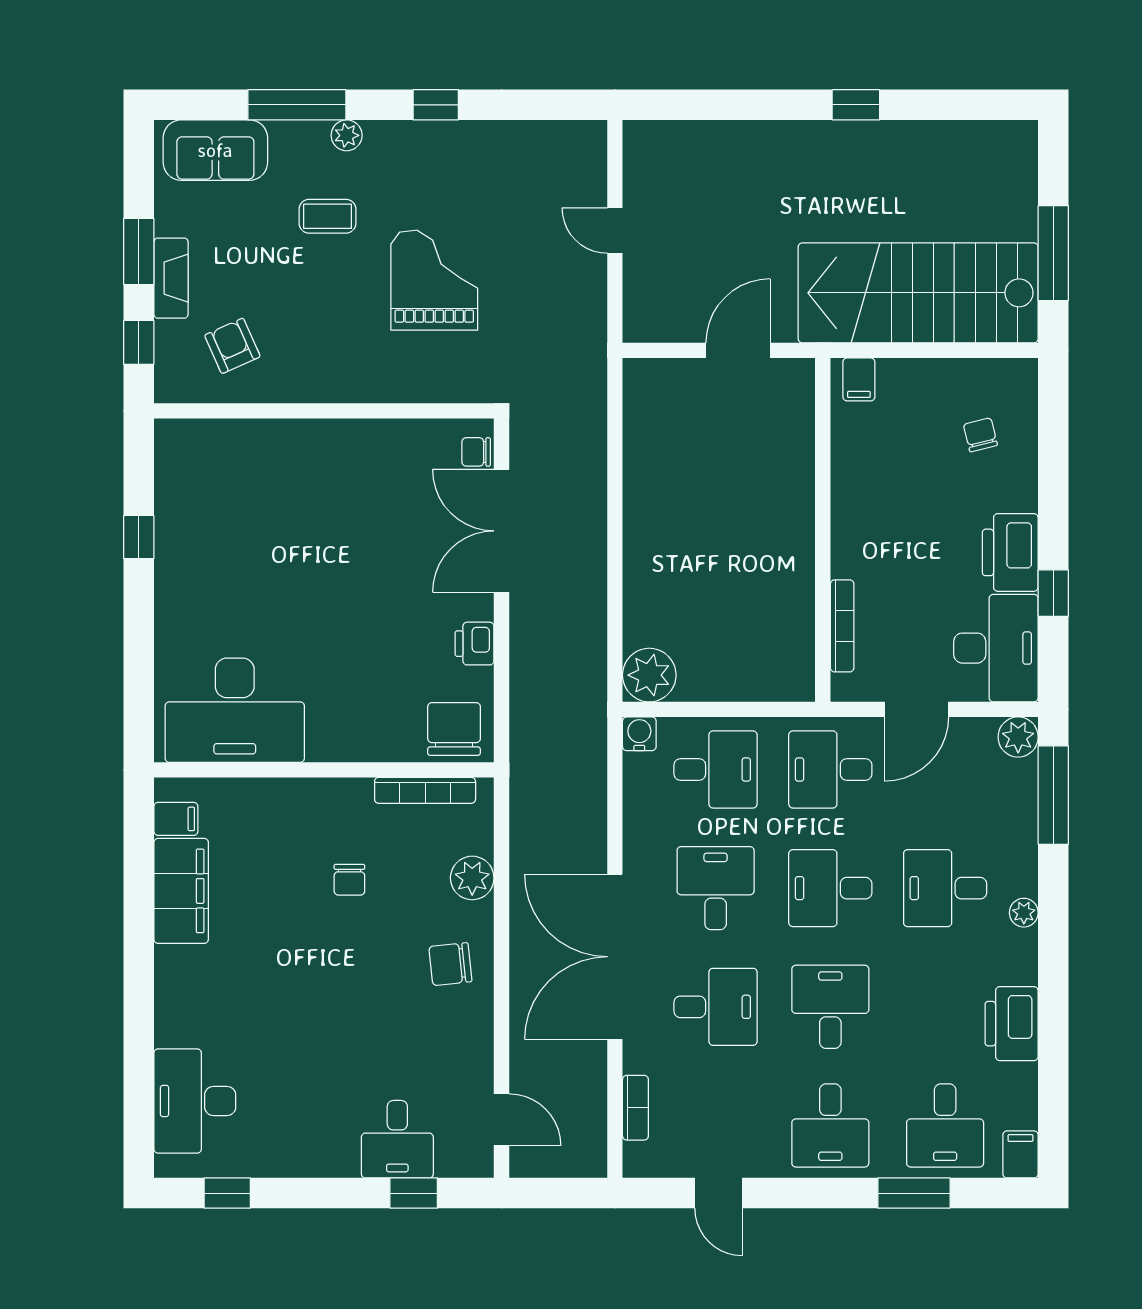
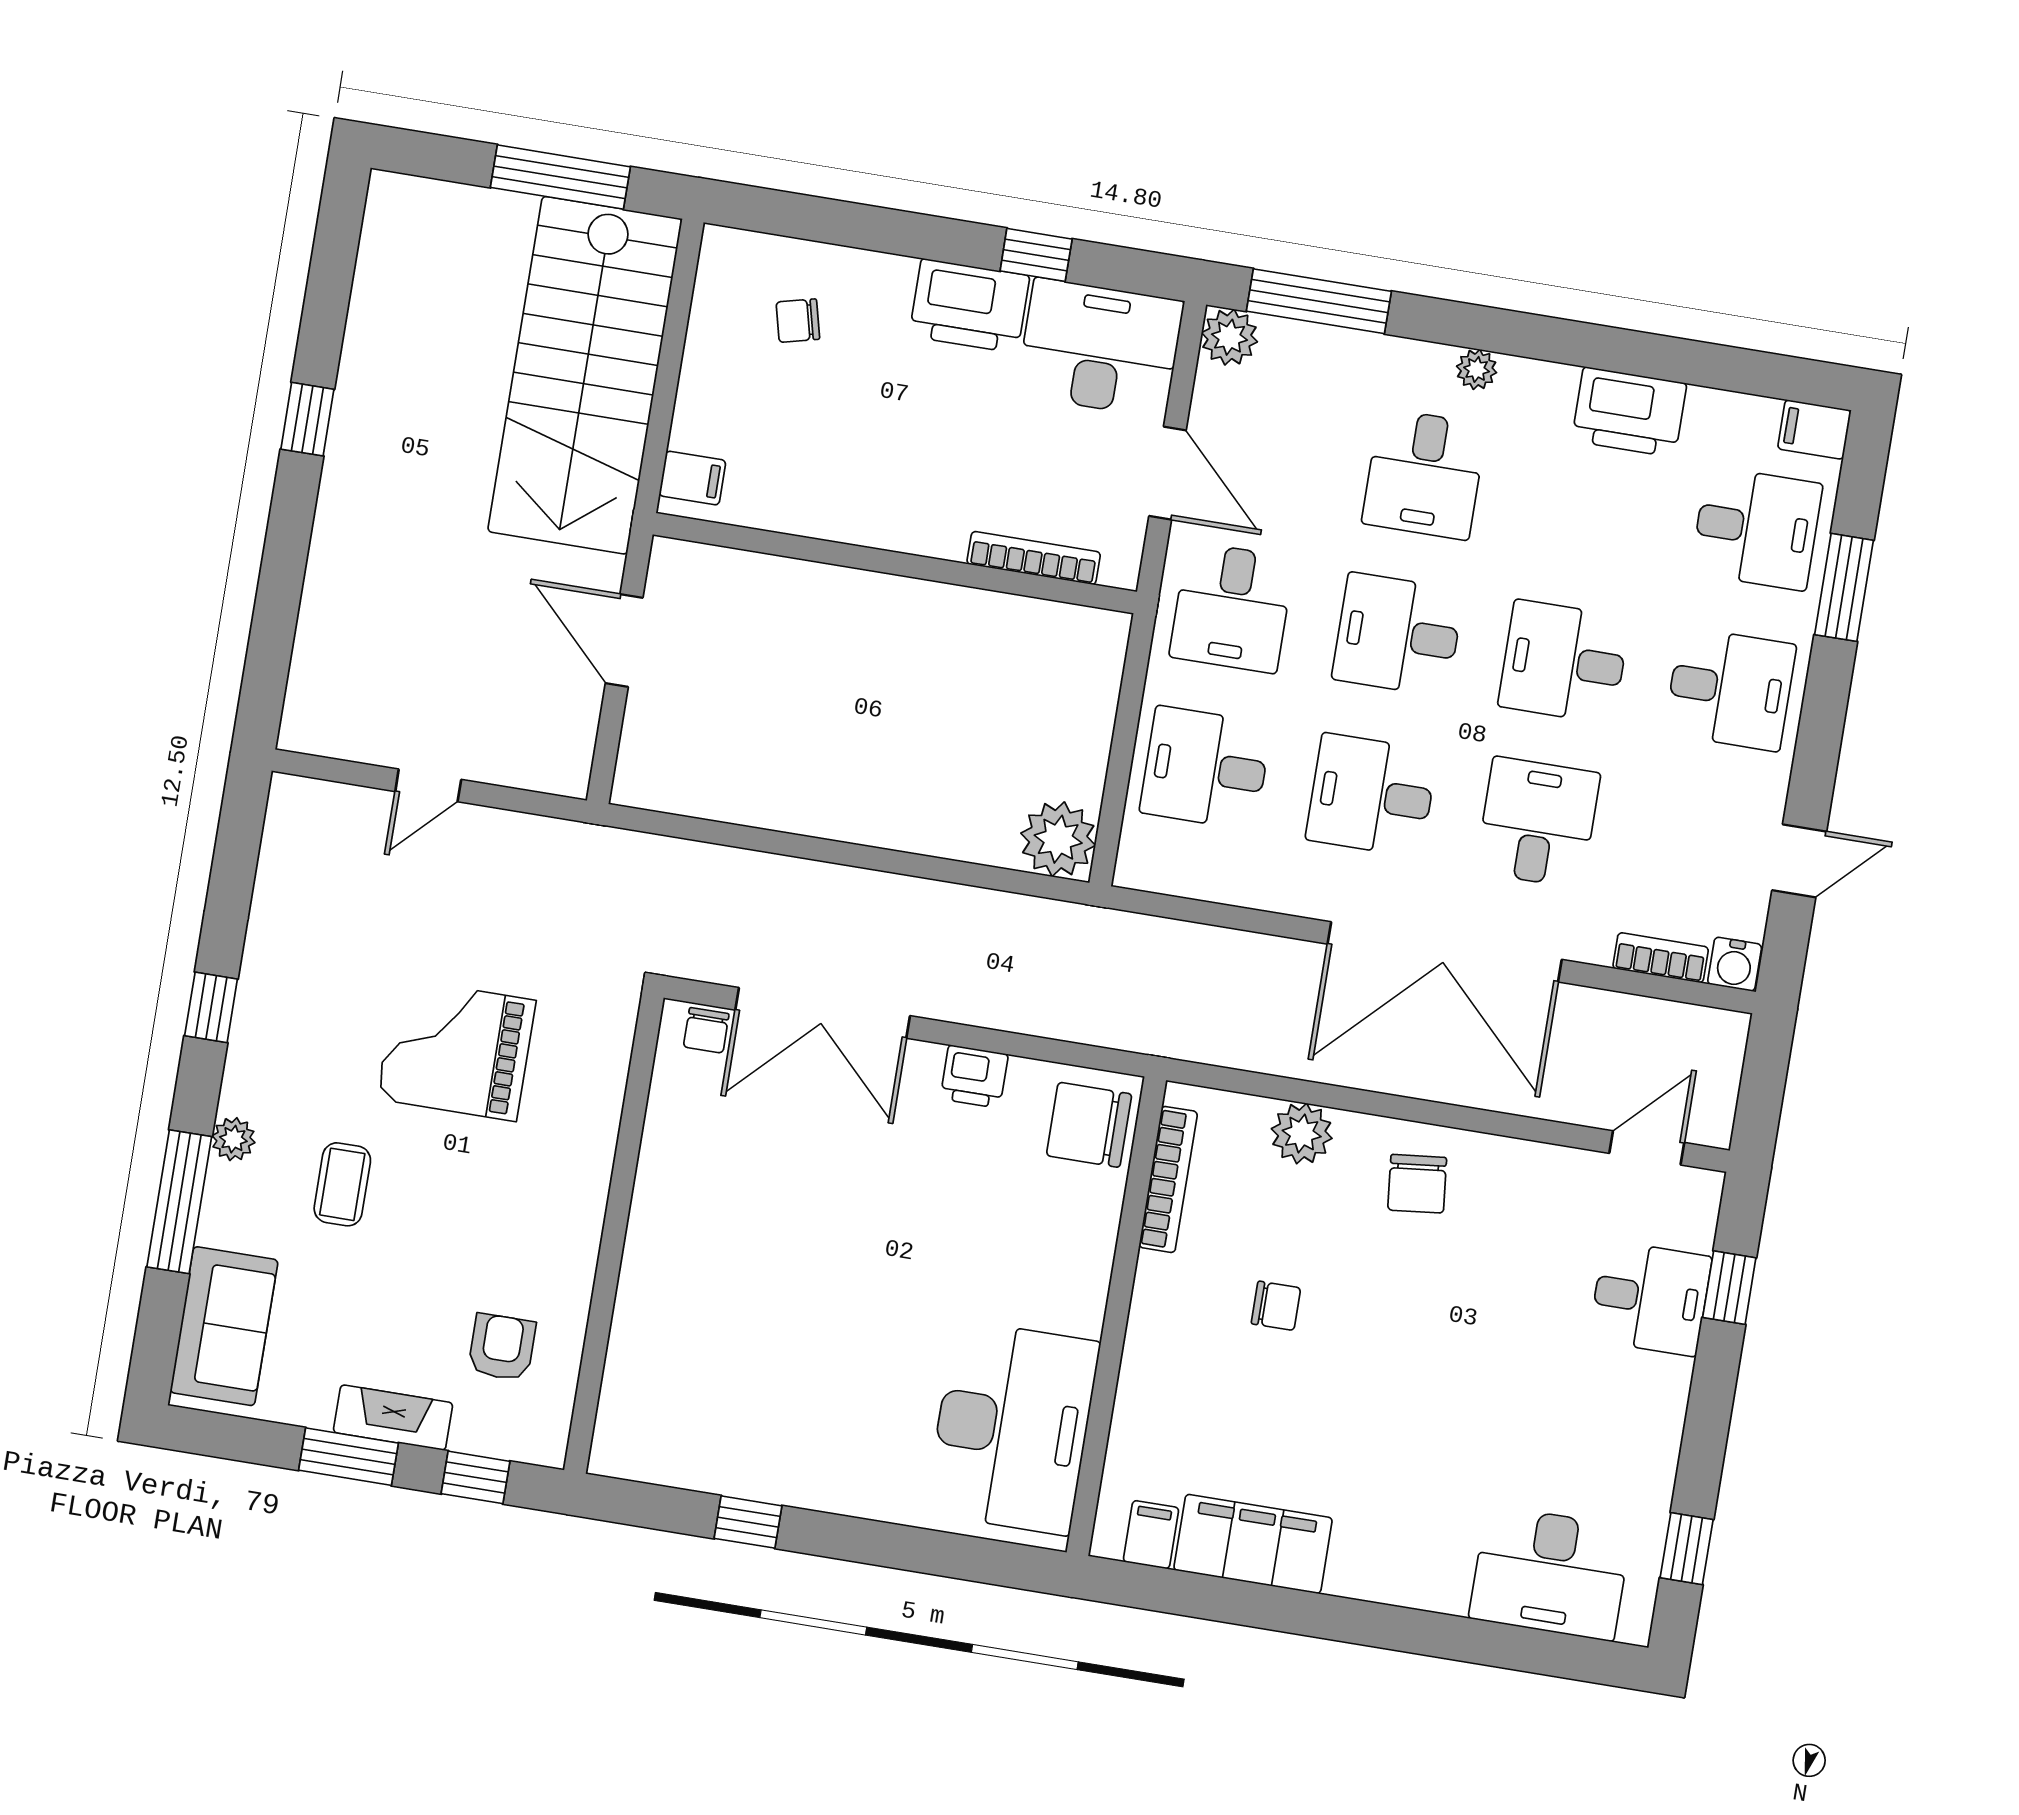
armchair: (232, 346) -> (502, 1347), turned 114
water cooler: (639, 734) -> (1735, 964), moved, turned -90
desk: (716, 769) -> (1206, 768), turned -90
desk: (830, 888) -> (1398, 635), turned 90

